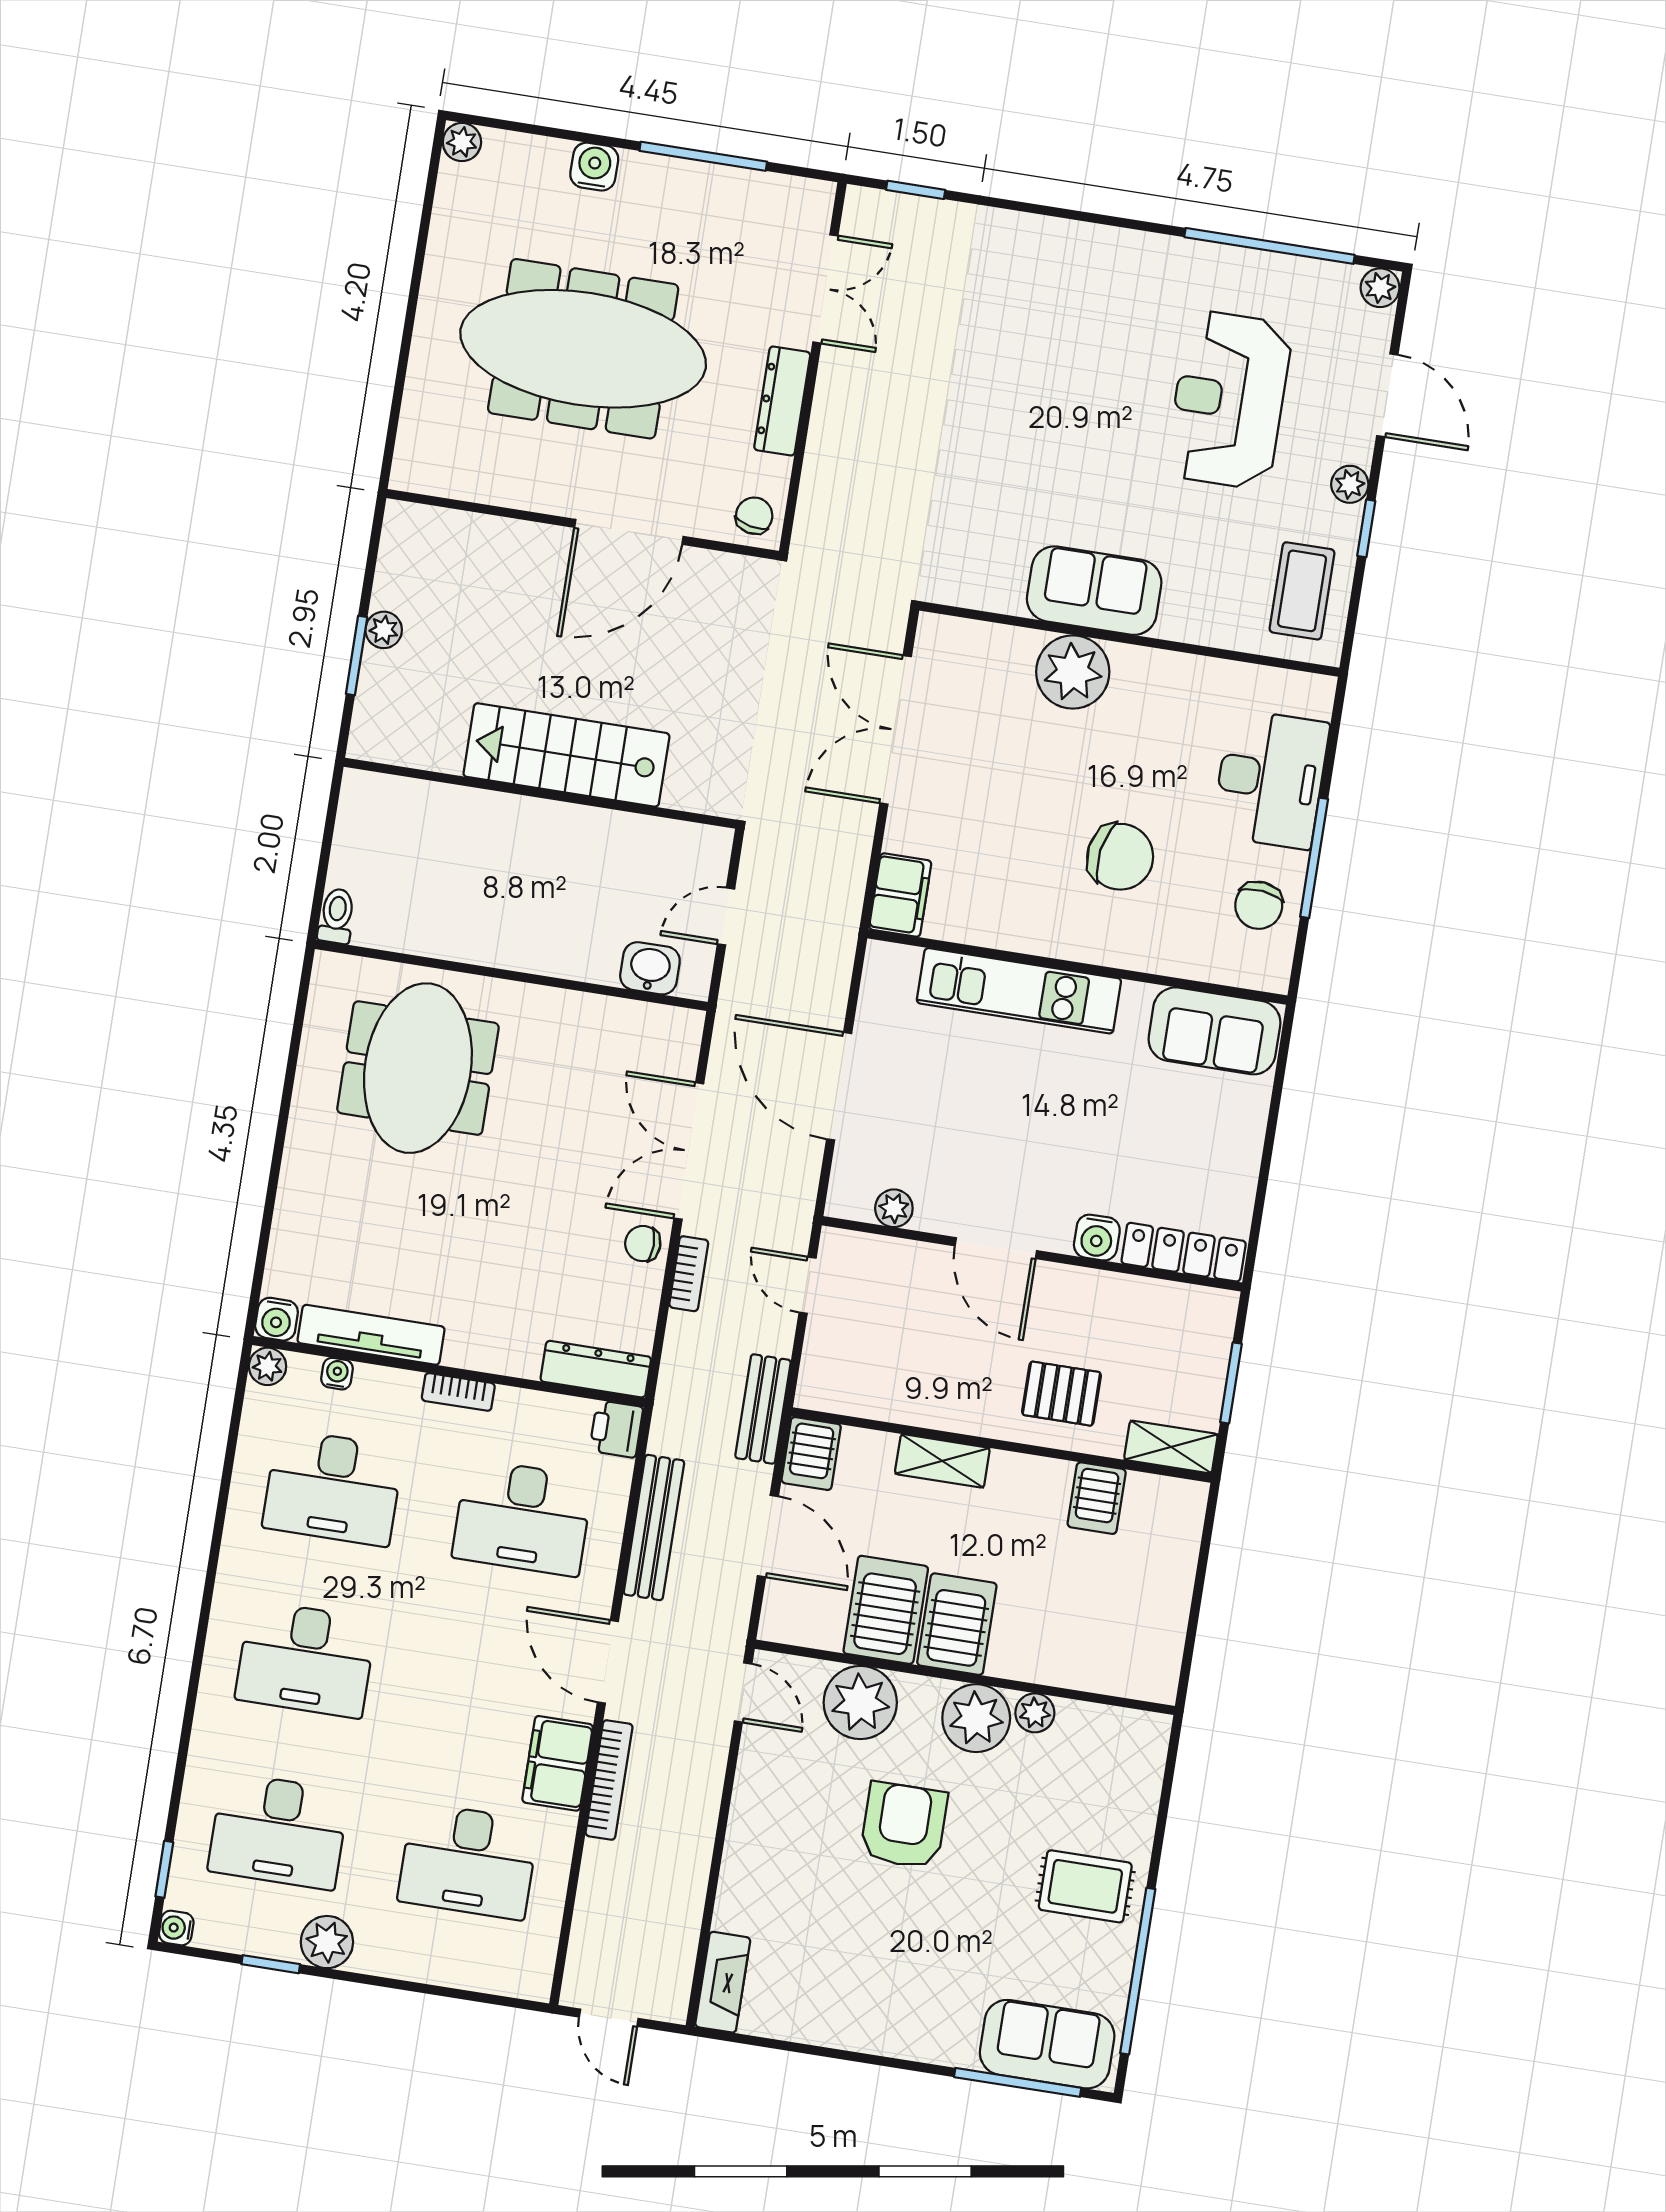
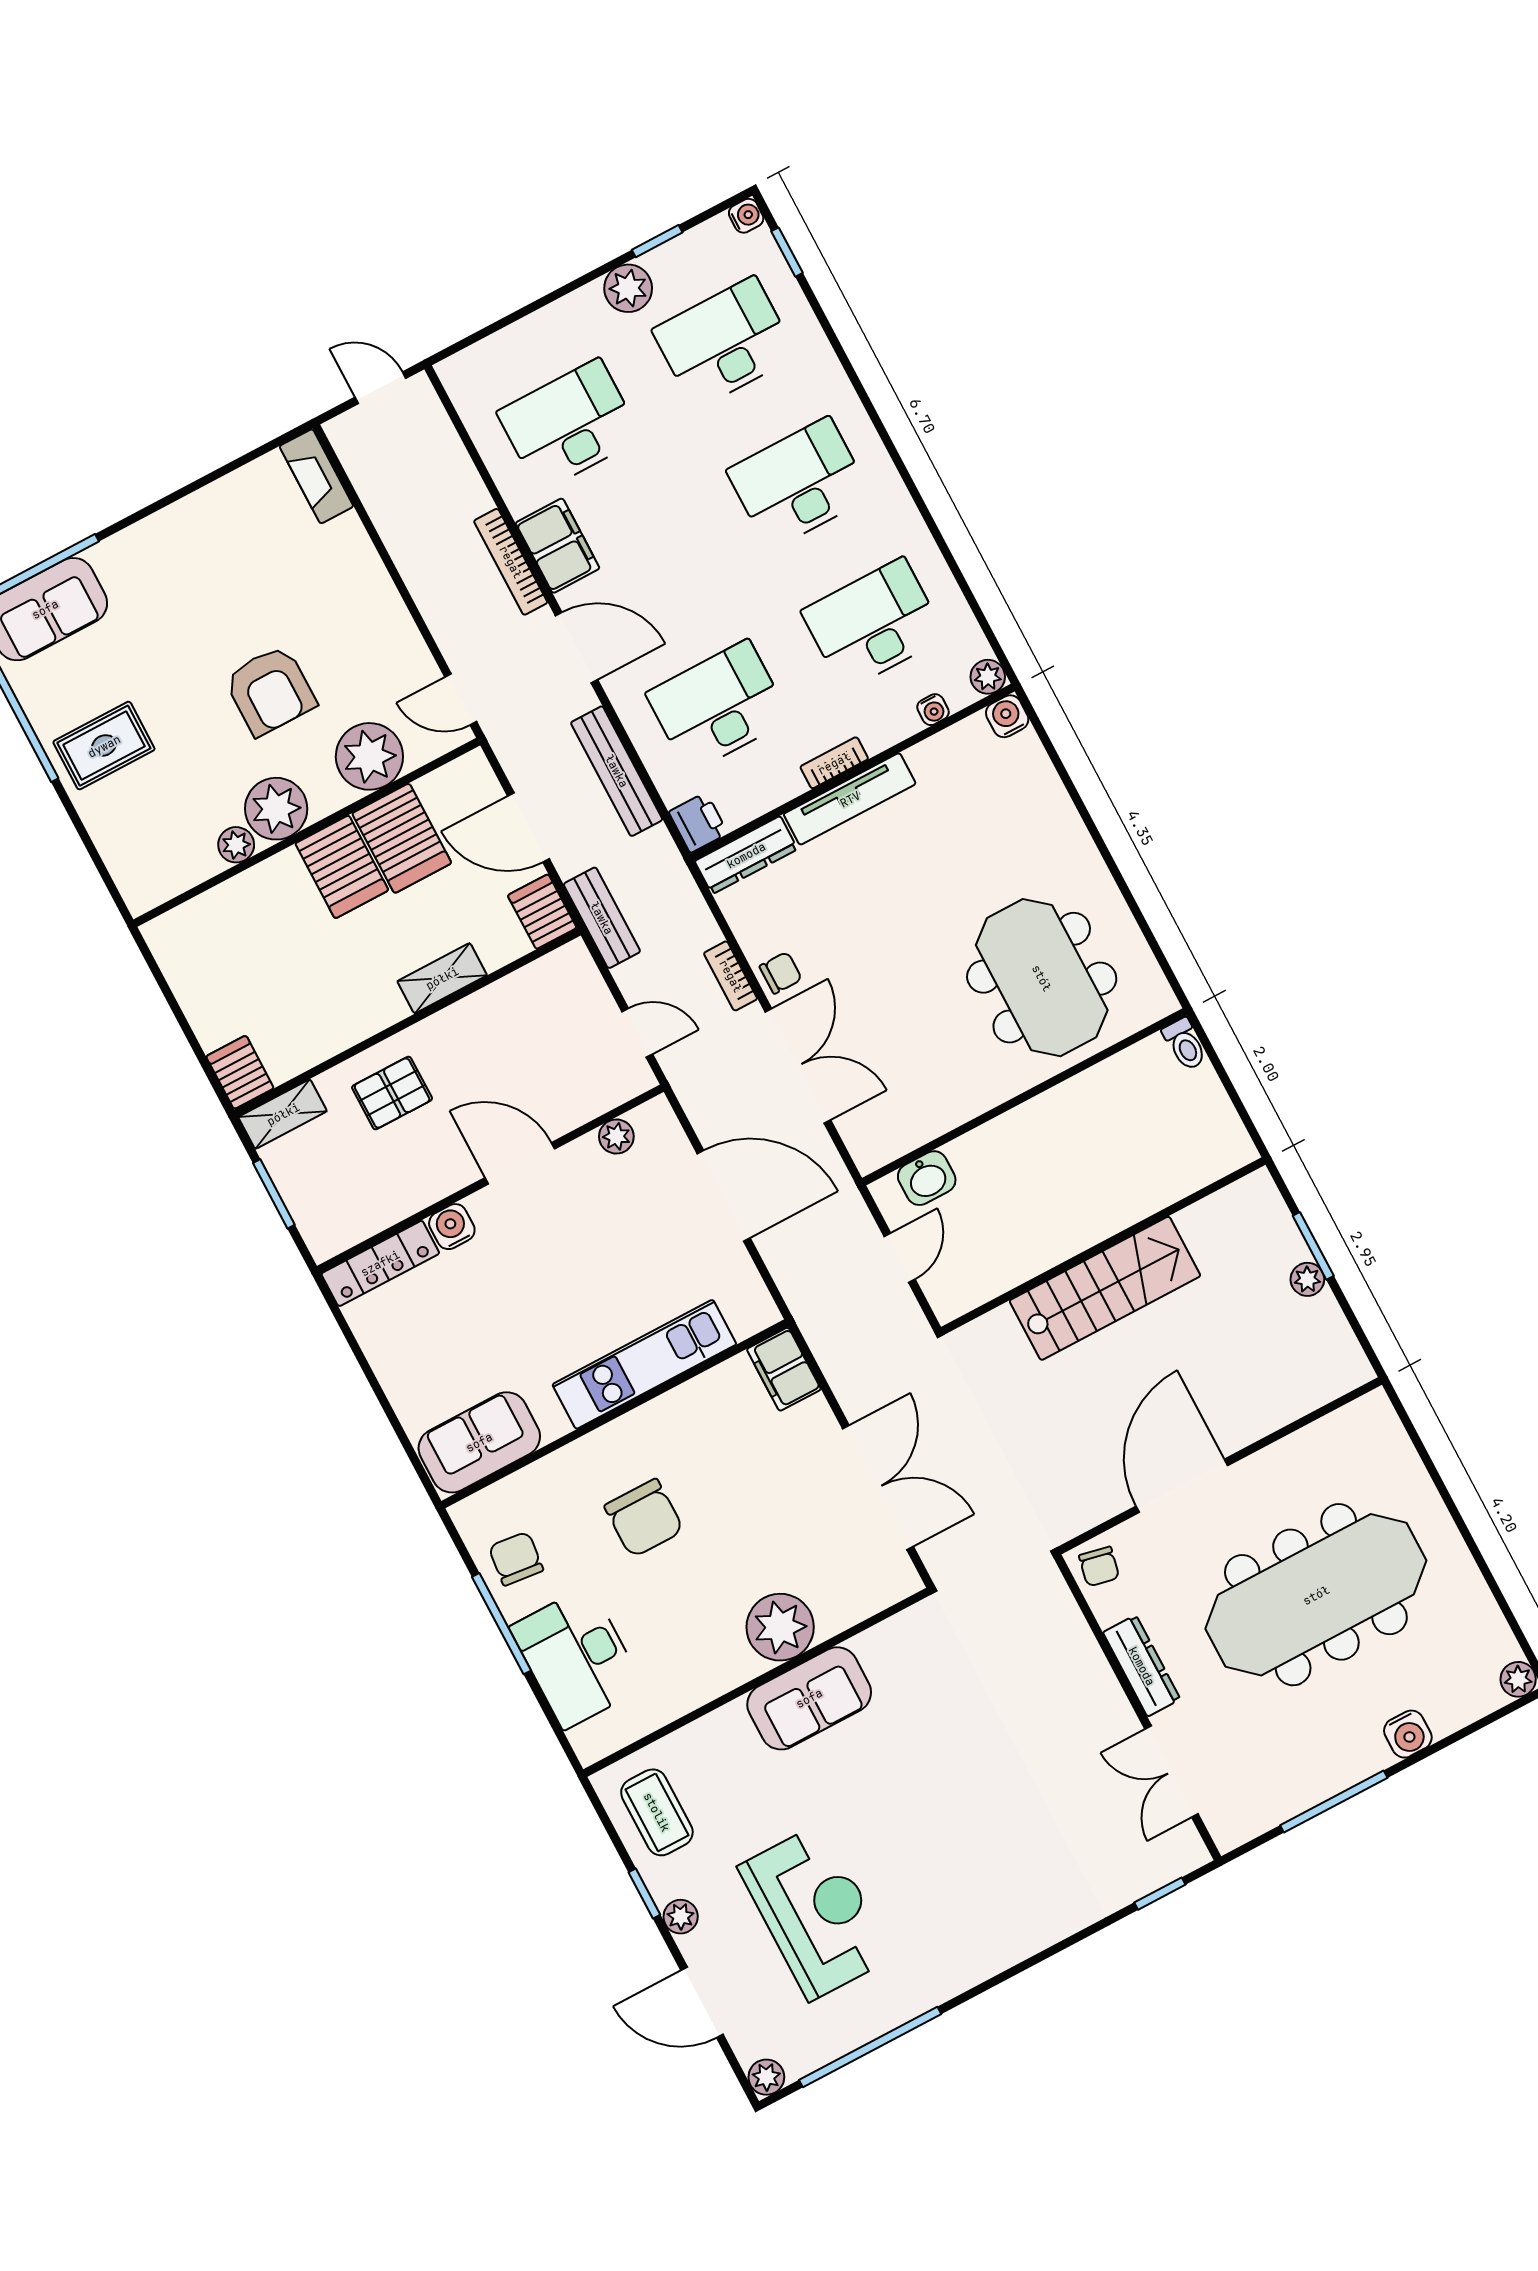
chair: (1120, 857) -> (644, 1518), turned -99
tv unit: (371, 1335) -> (850, 799), moved
server rack: (1097, 1498) -> (240, 1072), moved

